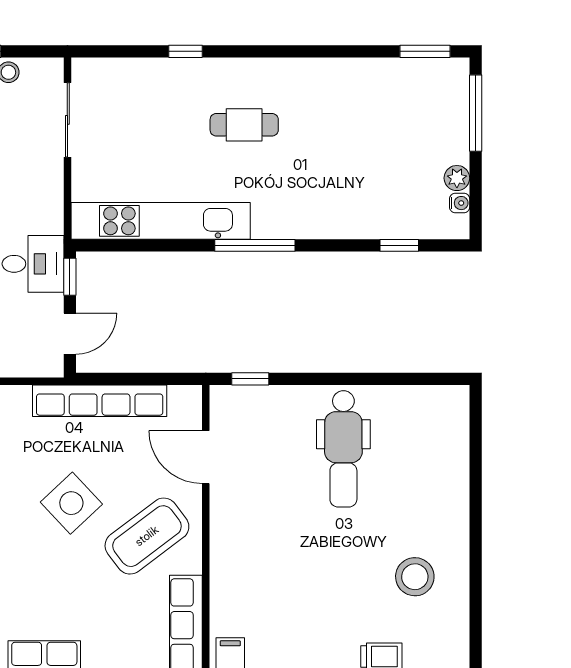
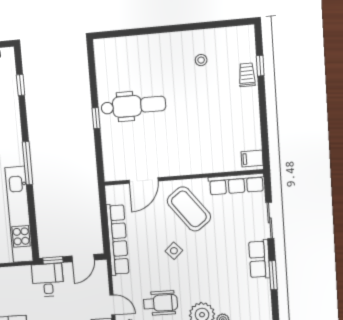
door: (70, 334) -> (83, 258), swing flipped
window: (250, 379) -> (96, 118), moved
side table: (71, 503) -> (174, 251), width x0.54, depth x0.54
stool: (415, 577) -> (201, 60), width x0.53, depth x0.53

